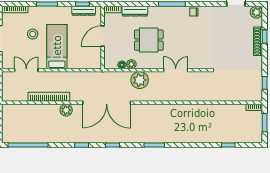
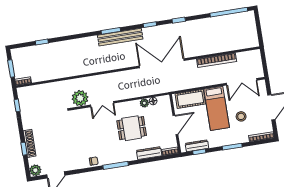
cot: (83, 61) -> (190, 99), added
double door: (26, 70) -> (242, 82), width x1.37
plant: (140, 80) -> (80, 98), moved
plant: (66, 110) -> (198, 50), removed
bench: (146, 137) -> (120, 37), added

